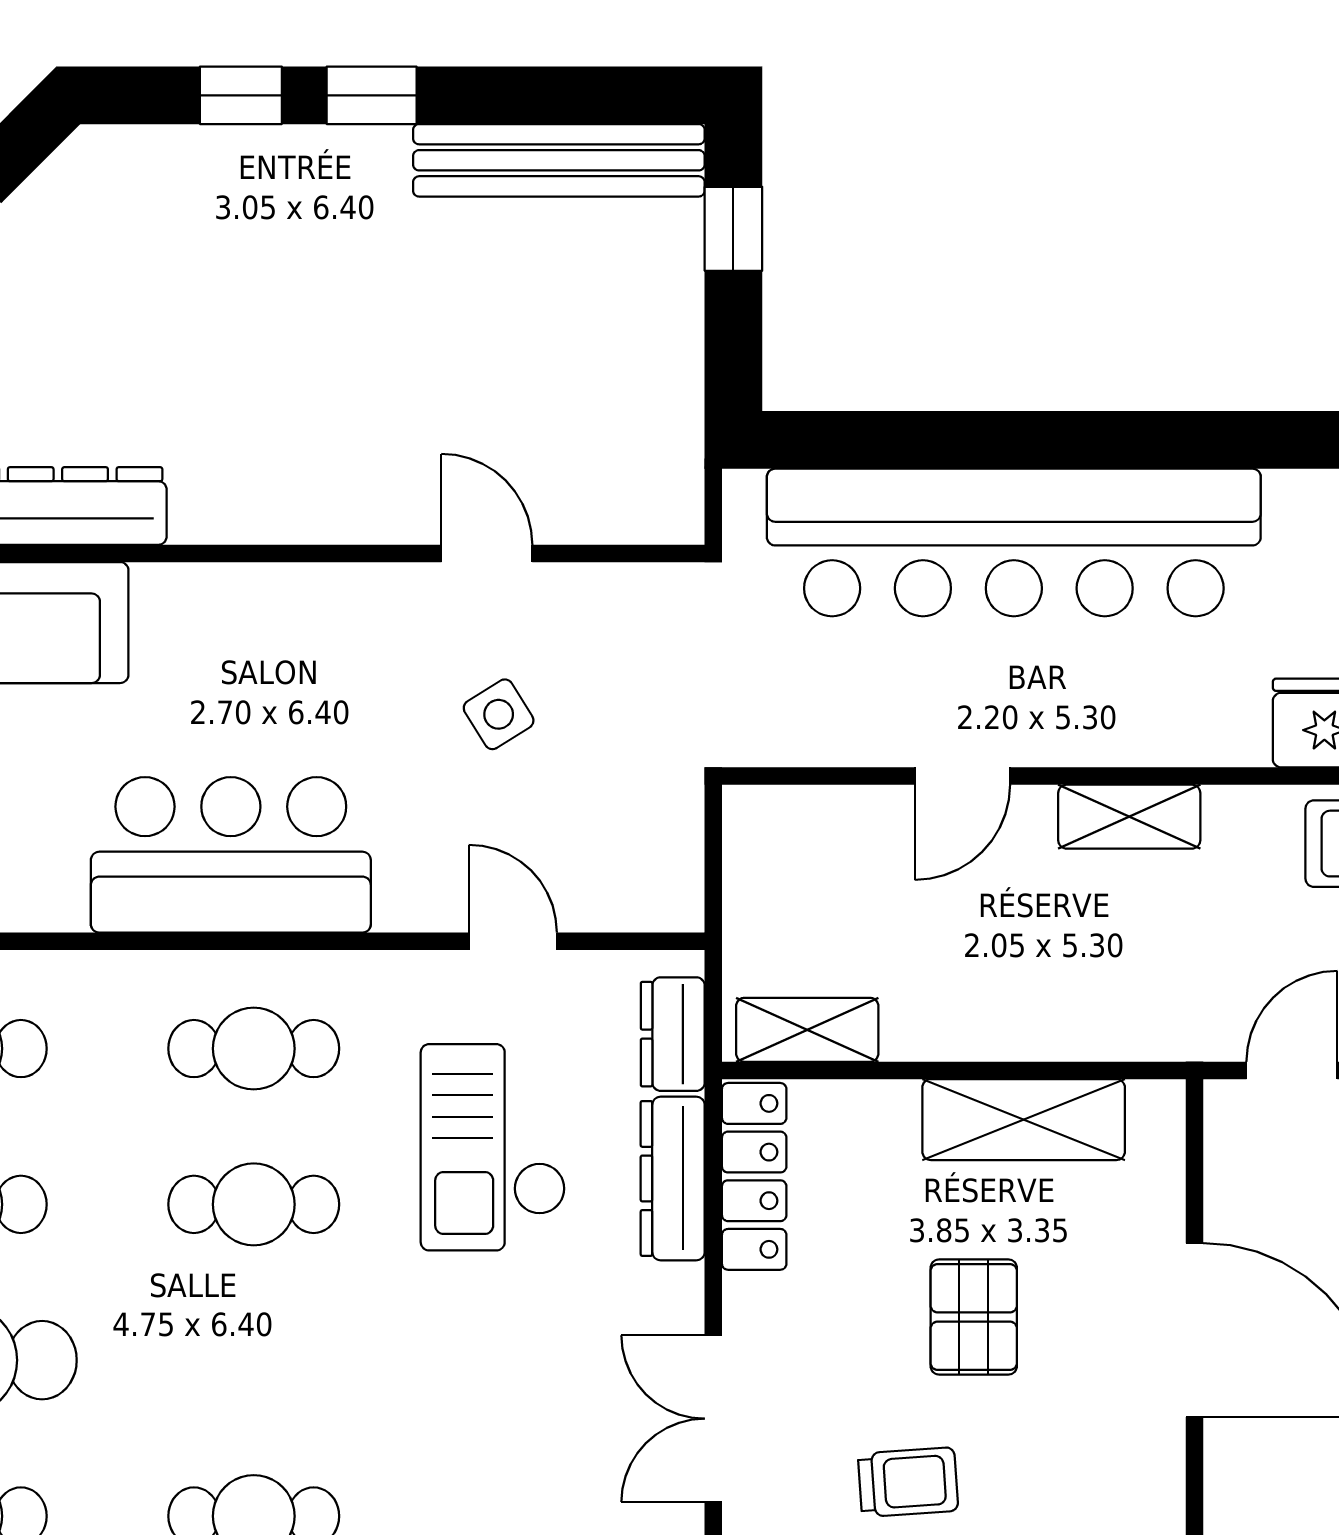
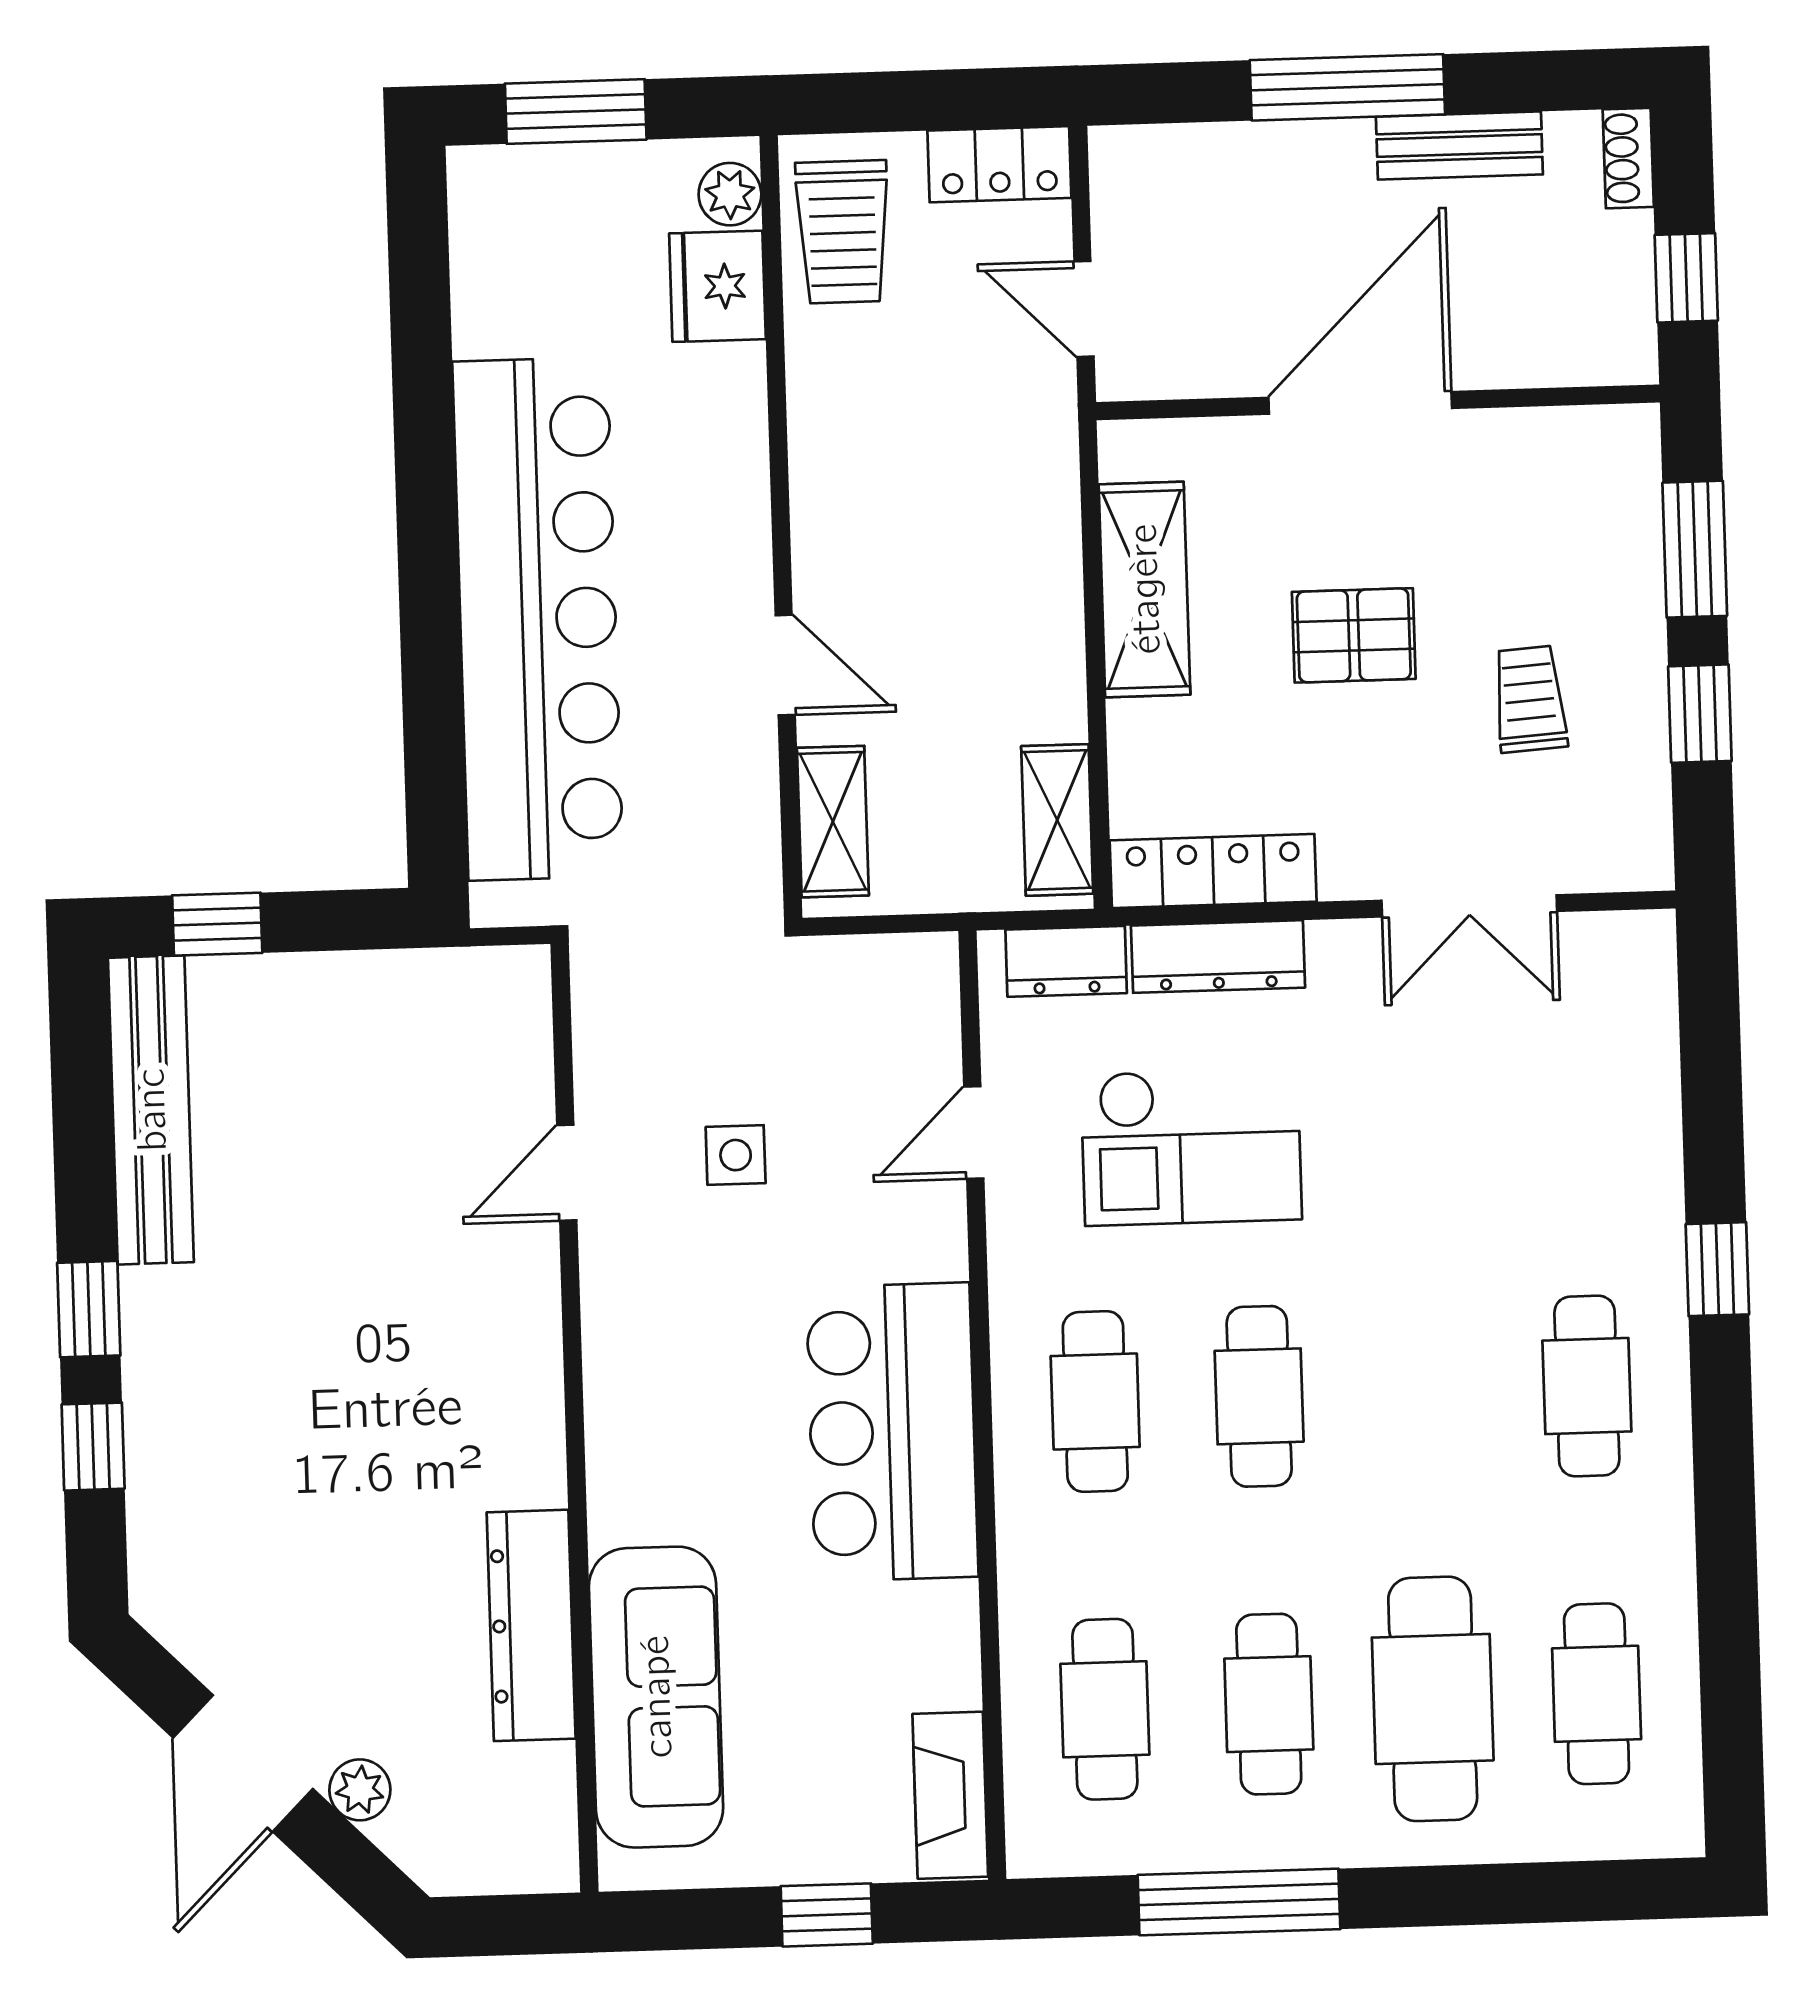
side table: (499, 714) -> (736, 1155), turned 32
shelving: (1129, 817) -> (833, 822), moved

